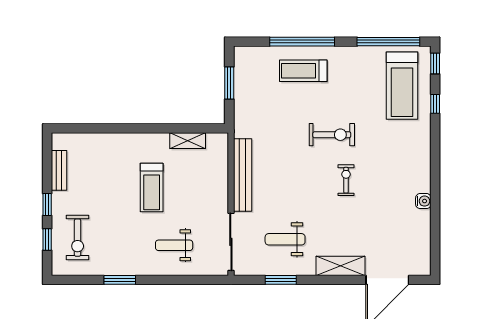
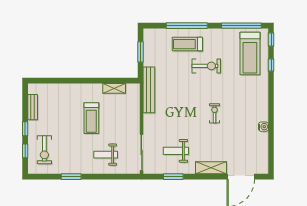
exercise bike: (332, 135) -> (206, 66), moved
bench: (243, 175) -> (149, 90), moved

